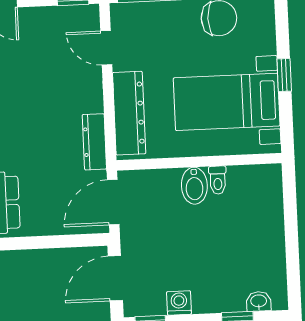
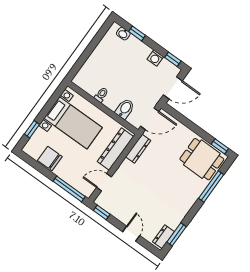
door: (106, 48) -> (104, 182), swing flipped
window: (284, 75) -> (32, 129), moved
bidet: (194, 186) -> (125, 109), moved

